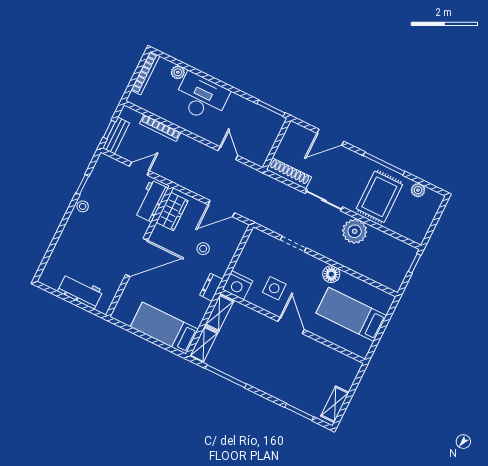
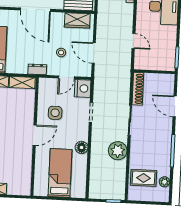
door: (228, 153) -> (134, 41), hinge flipped
rug: (379, 197) -> (144, 178), moved, width x0.73, depth x0.70
door: (237, 255) -> (66, 77), added
nightstand: (237, 285) -> (83, 88), moved, turned 180

